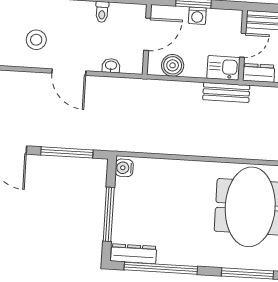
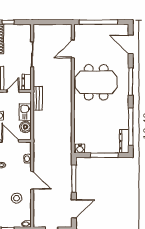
door: (243, 45) -> (13, 91), hinge flipped
kitchen sink: (223, 68) -> (25, 112), moved
door: (69, 72) -> (32, 180), hinge flipped

